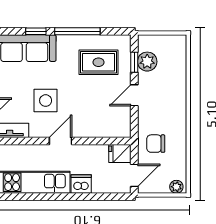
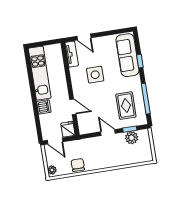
window: (77, 31) -> (146, 99), moved
door: (60, 141) -> (73, 107), moved
chair: (156, 144) -> (78, 165), moved

